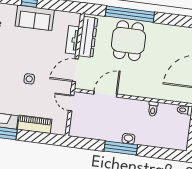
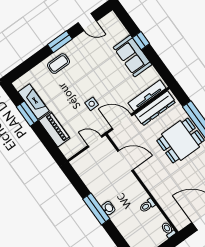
tv unit: (72, 40) -> (147, 96), width x1.41
side table: (29, 79) -> (92, 104), moved
door: (71, 103) -> (95, 141), hinge flipped

